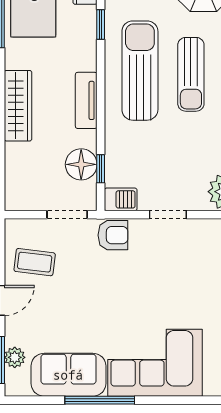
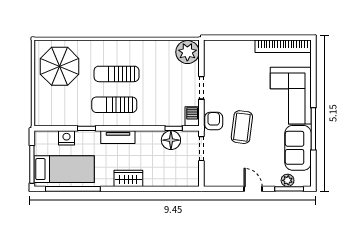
sun lounger: (140, 71) -> (114, 105), width x0.73, depth x0.75
sun lounger: (191, 74) -> (117, 74), turned 180
tv unit: (86, 100) -> (118, 137), moved
wardrobe: (18, 106) -> (128, 178), width x0.67
coffee table: (35, 262) -> (242, 127), moved, width x1.36, depth x1.30

